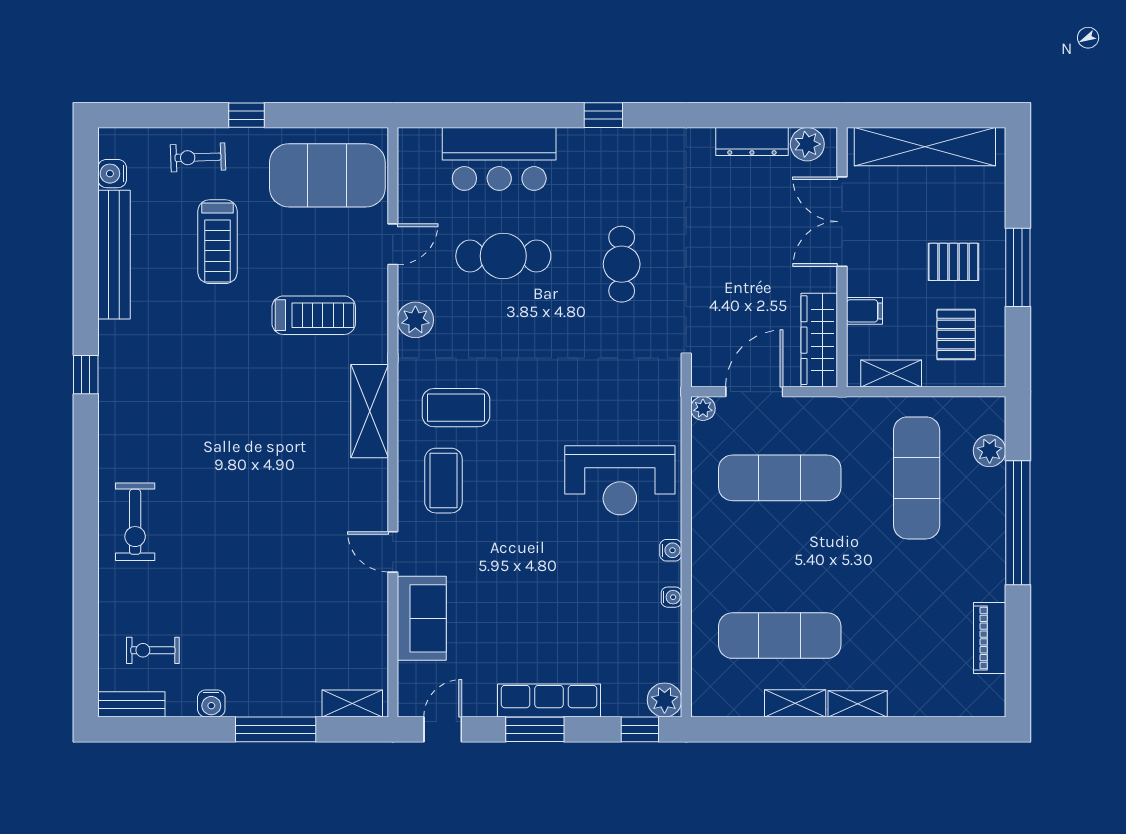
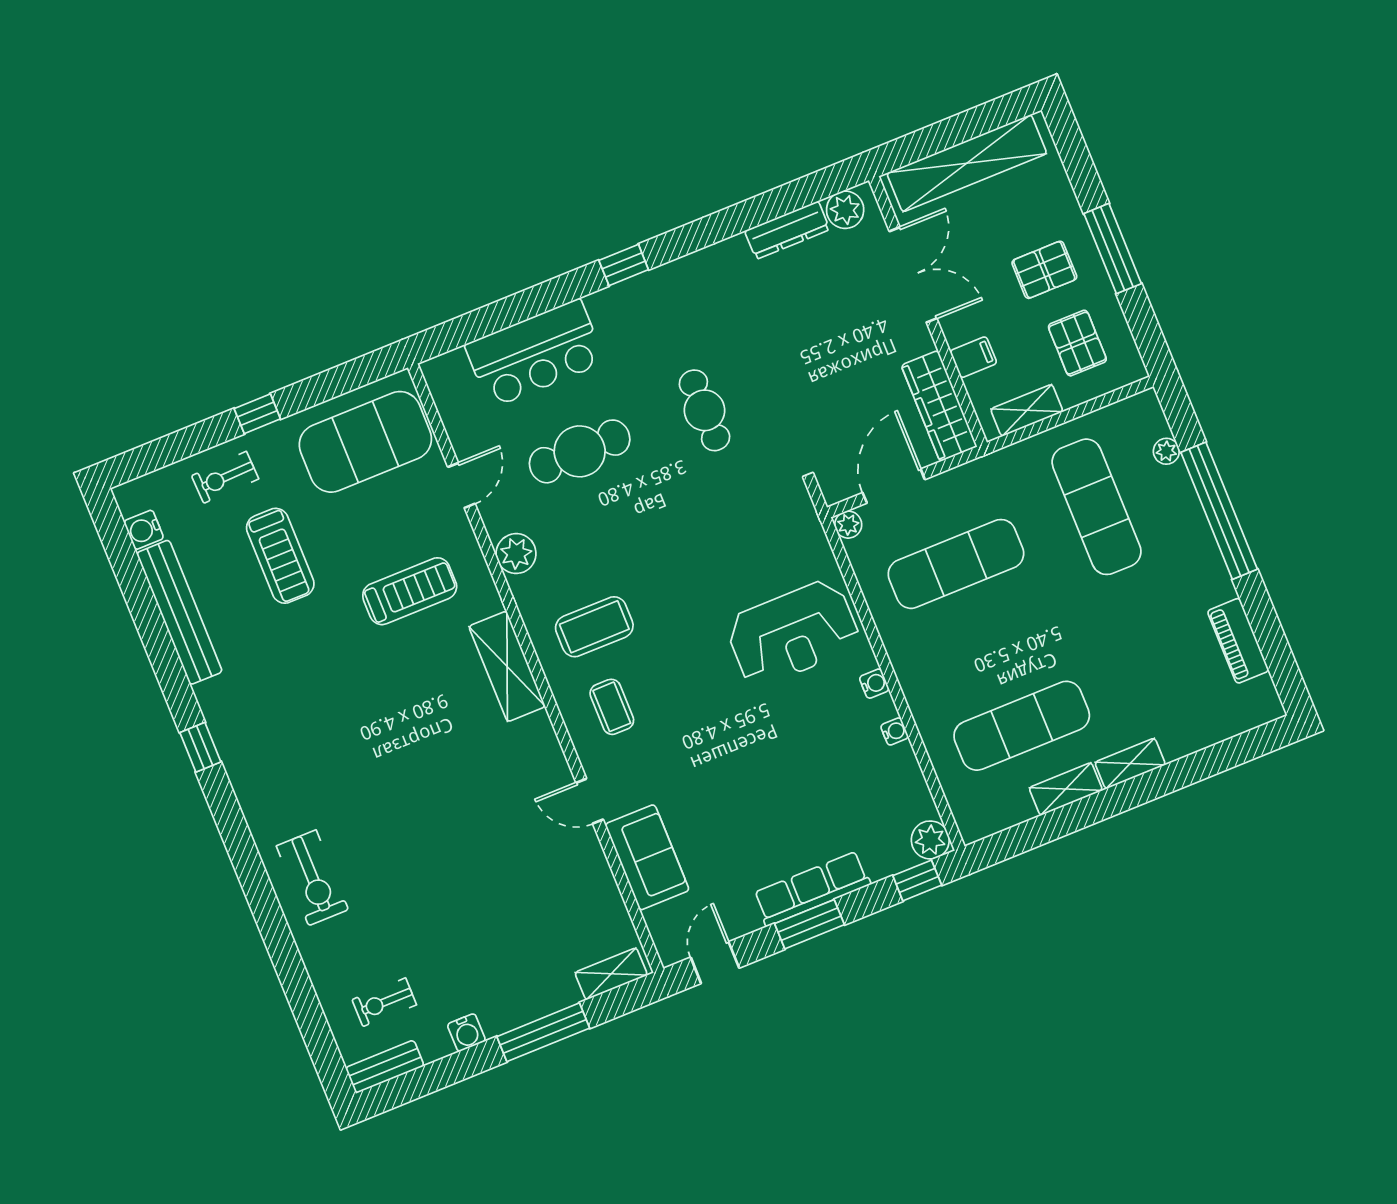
double door: (842, 222) -> (913, 275), swing flipped
plant: (990, 451) -> (1166, 451), width x0.73, depth x0.73
coffee table: (443, 481) -> (612, 707), width x0.73, depth x0.77

